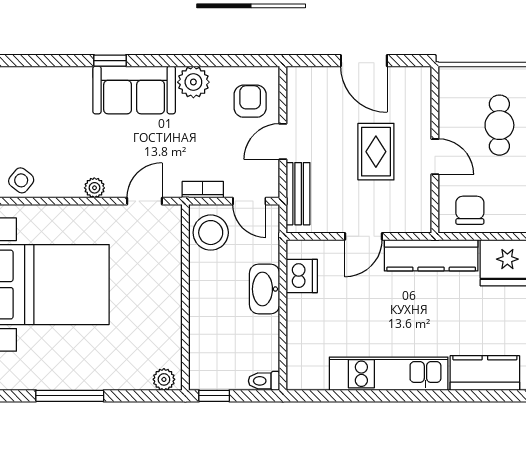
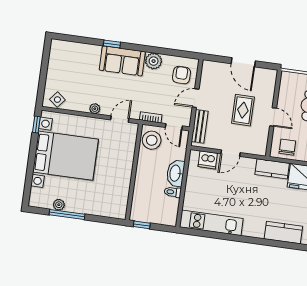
kitchen counter: (431, 255) -> (272, 169), width x0.67
dishwasher: (302, 276) -> (208, 160), moved, turned 90
kitchen unit: (389, 374) -> (211, 223), moved
plant: (164, 379) -> (59, 205), moved
toilet: (264, 381) -> (173, 192), moved

